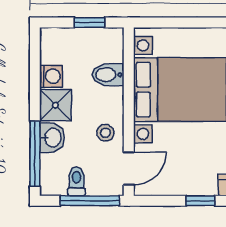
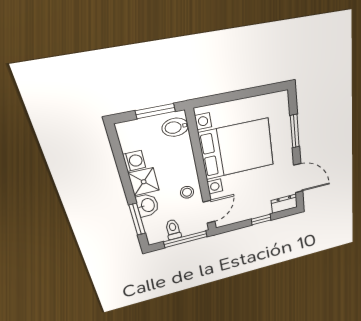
window: (89, 23) -> (155, 111), width x1.50
bidet: (108, 75) -> (175, 127), moved
window: (35, 154) -> (137, 219), width x0.69

